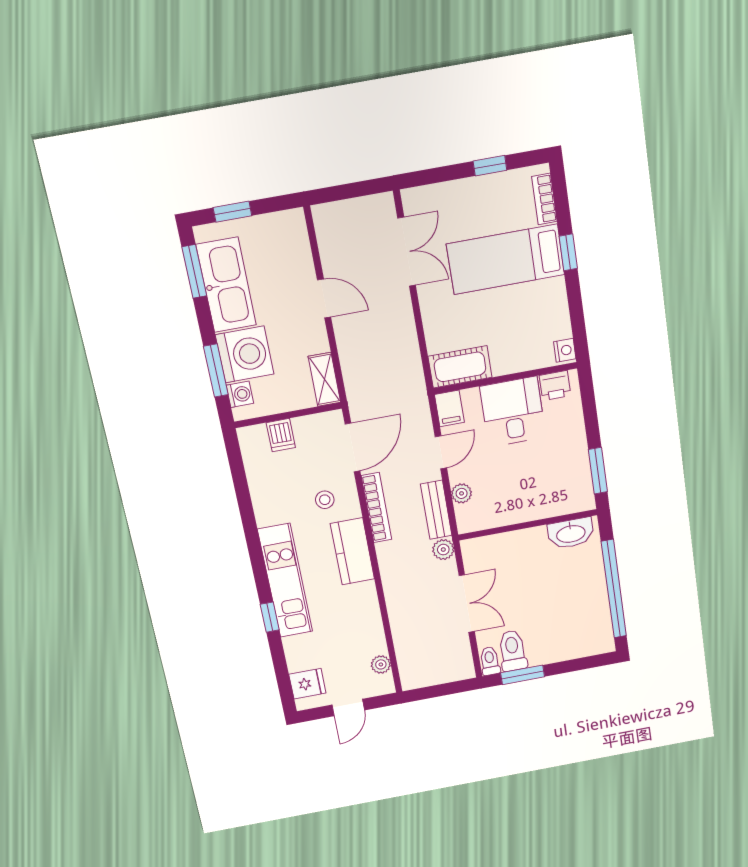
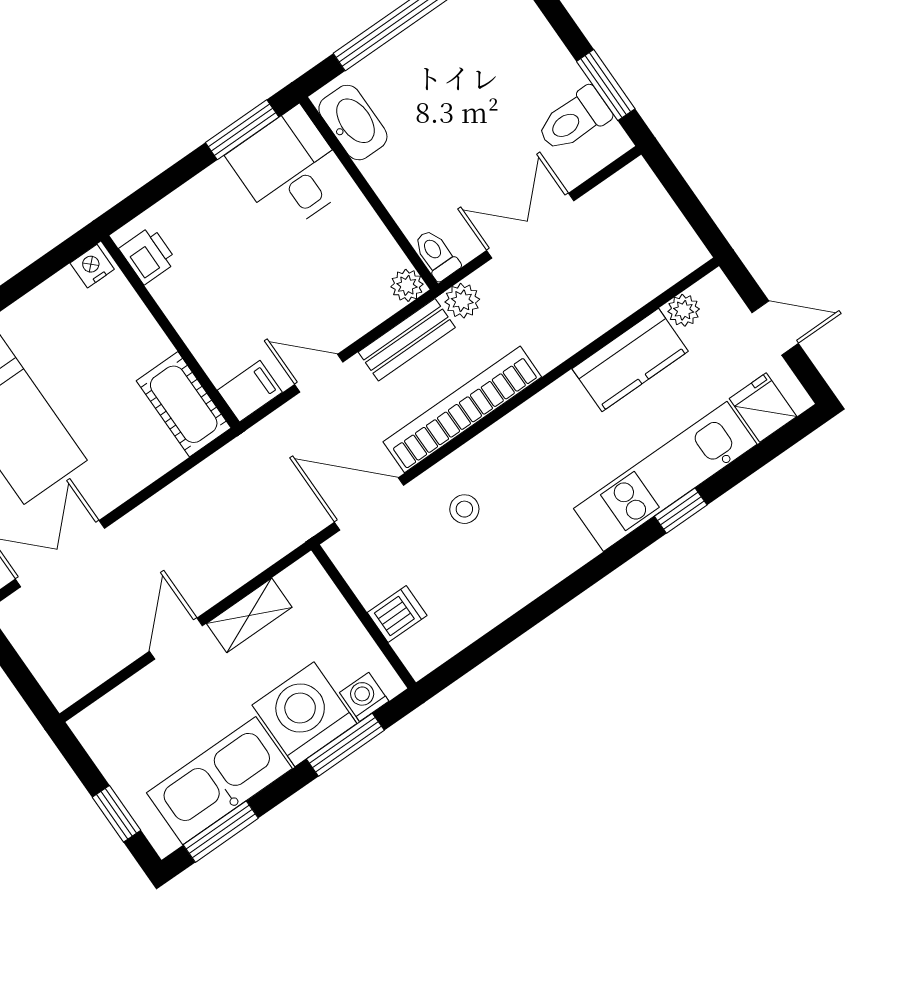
shelving: (324, 379) -> (249, 615), moved
desk: (513, 412) -> (290, 170), moved, turned 90
plant: (462, 493) -> (407, 285), moved
bookcase: (376, 508) -> (462, 409), width x1.48, depth x1.31
kitchen counter: (352, 551) -> (630, 360), moved
kitchen unit: (285, 581) -> (665, 476), moved
toilet: (490, 661) -> (436, 255), moved, turned 90

